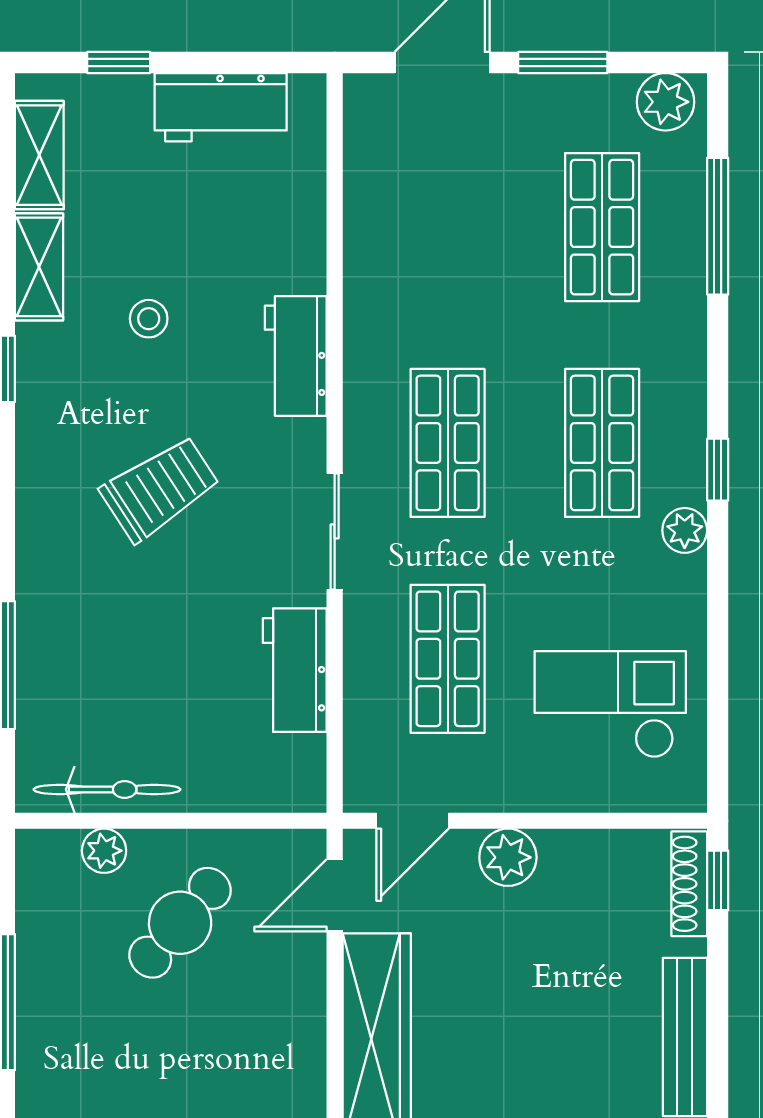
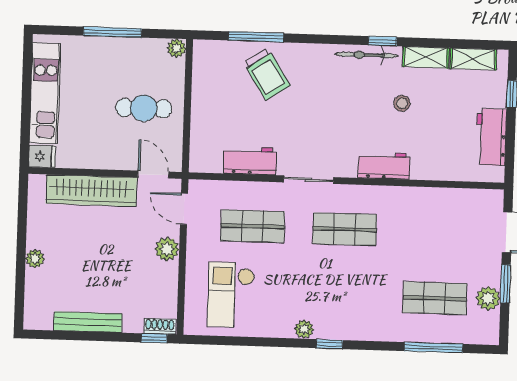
plant: (665, 102) -> (488, 298), moved
shop shelf: (602, 443) -> (343, 295), removed
trolley: (160, 489) -> (267, 74), moved
checkout: (610, 704) -> (231, 295), turned 180
bicycle: (107, 789) -> (367, 55), moved, turned 90
plant: (104, 851) -> (176, 48), moved
shoe rack: (689, 884) -> (160, 326), width x0.70
cafe table: (180, 923) -> (144, 108), turned -41

